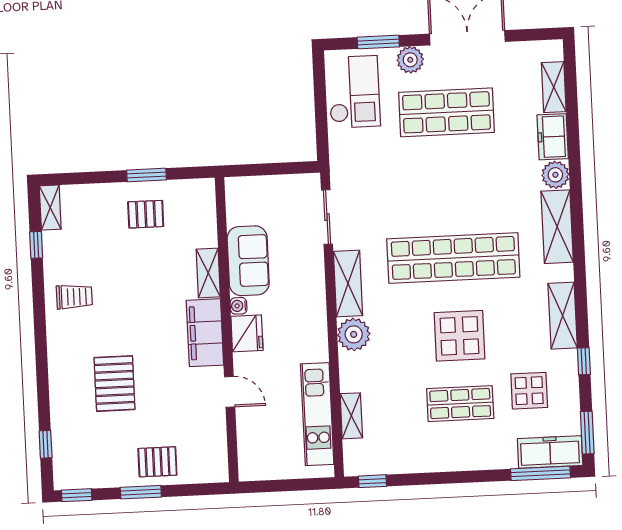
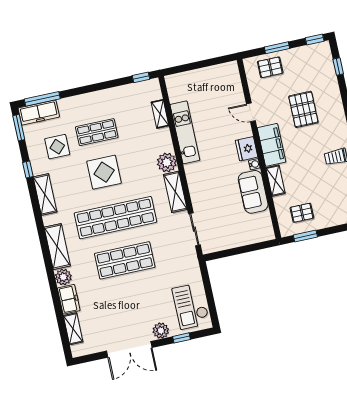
window: (378, 42) -> (181, 338), width x0.67
shop shelf: (446, 112) -> (125, 260), moved
sofa: (248, 261) -> (253, 192), moved
shelving: (208, 273) -> (275, 181), moved
water cooler: (238, 306) -> (254, 164), moved
wall: (227, 330) -> (259, 149), moved
filing cabinet: (205, 333) -> (271, 145), moved
fridge: (247, 333) -> (247, 149), moved
door: (230, 392) -> (251, 112), moved
kitchen unit: (317, 414) -> (185, 132), moved

